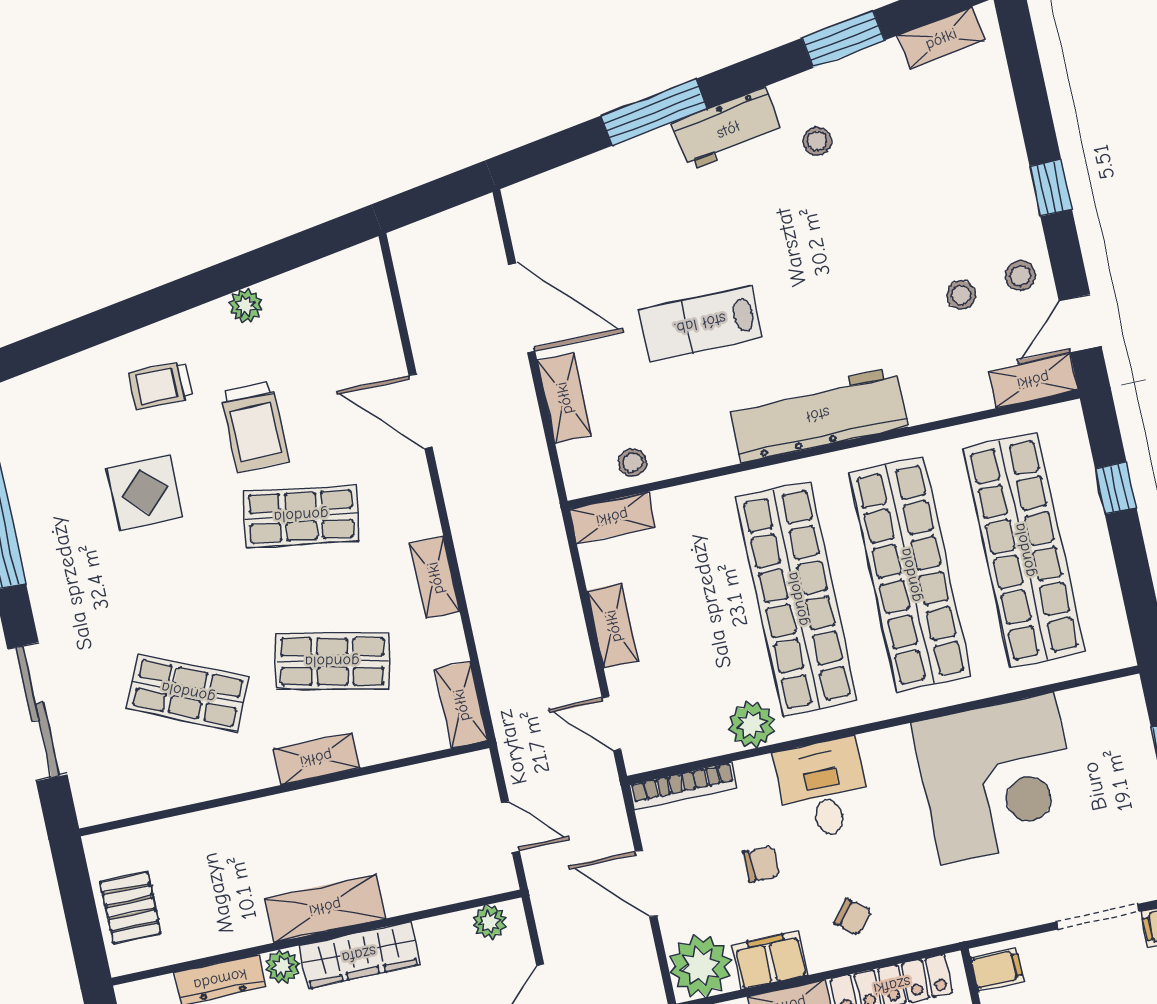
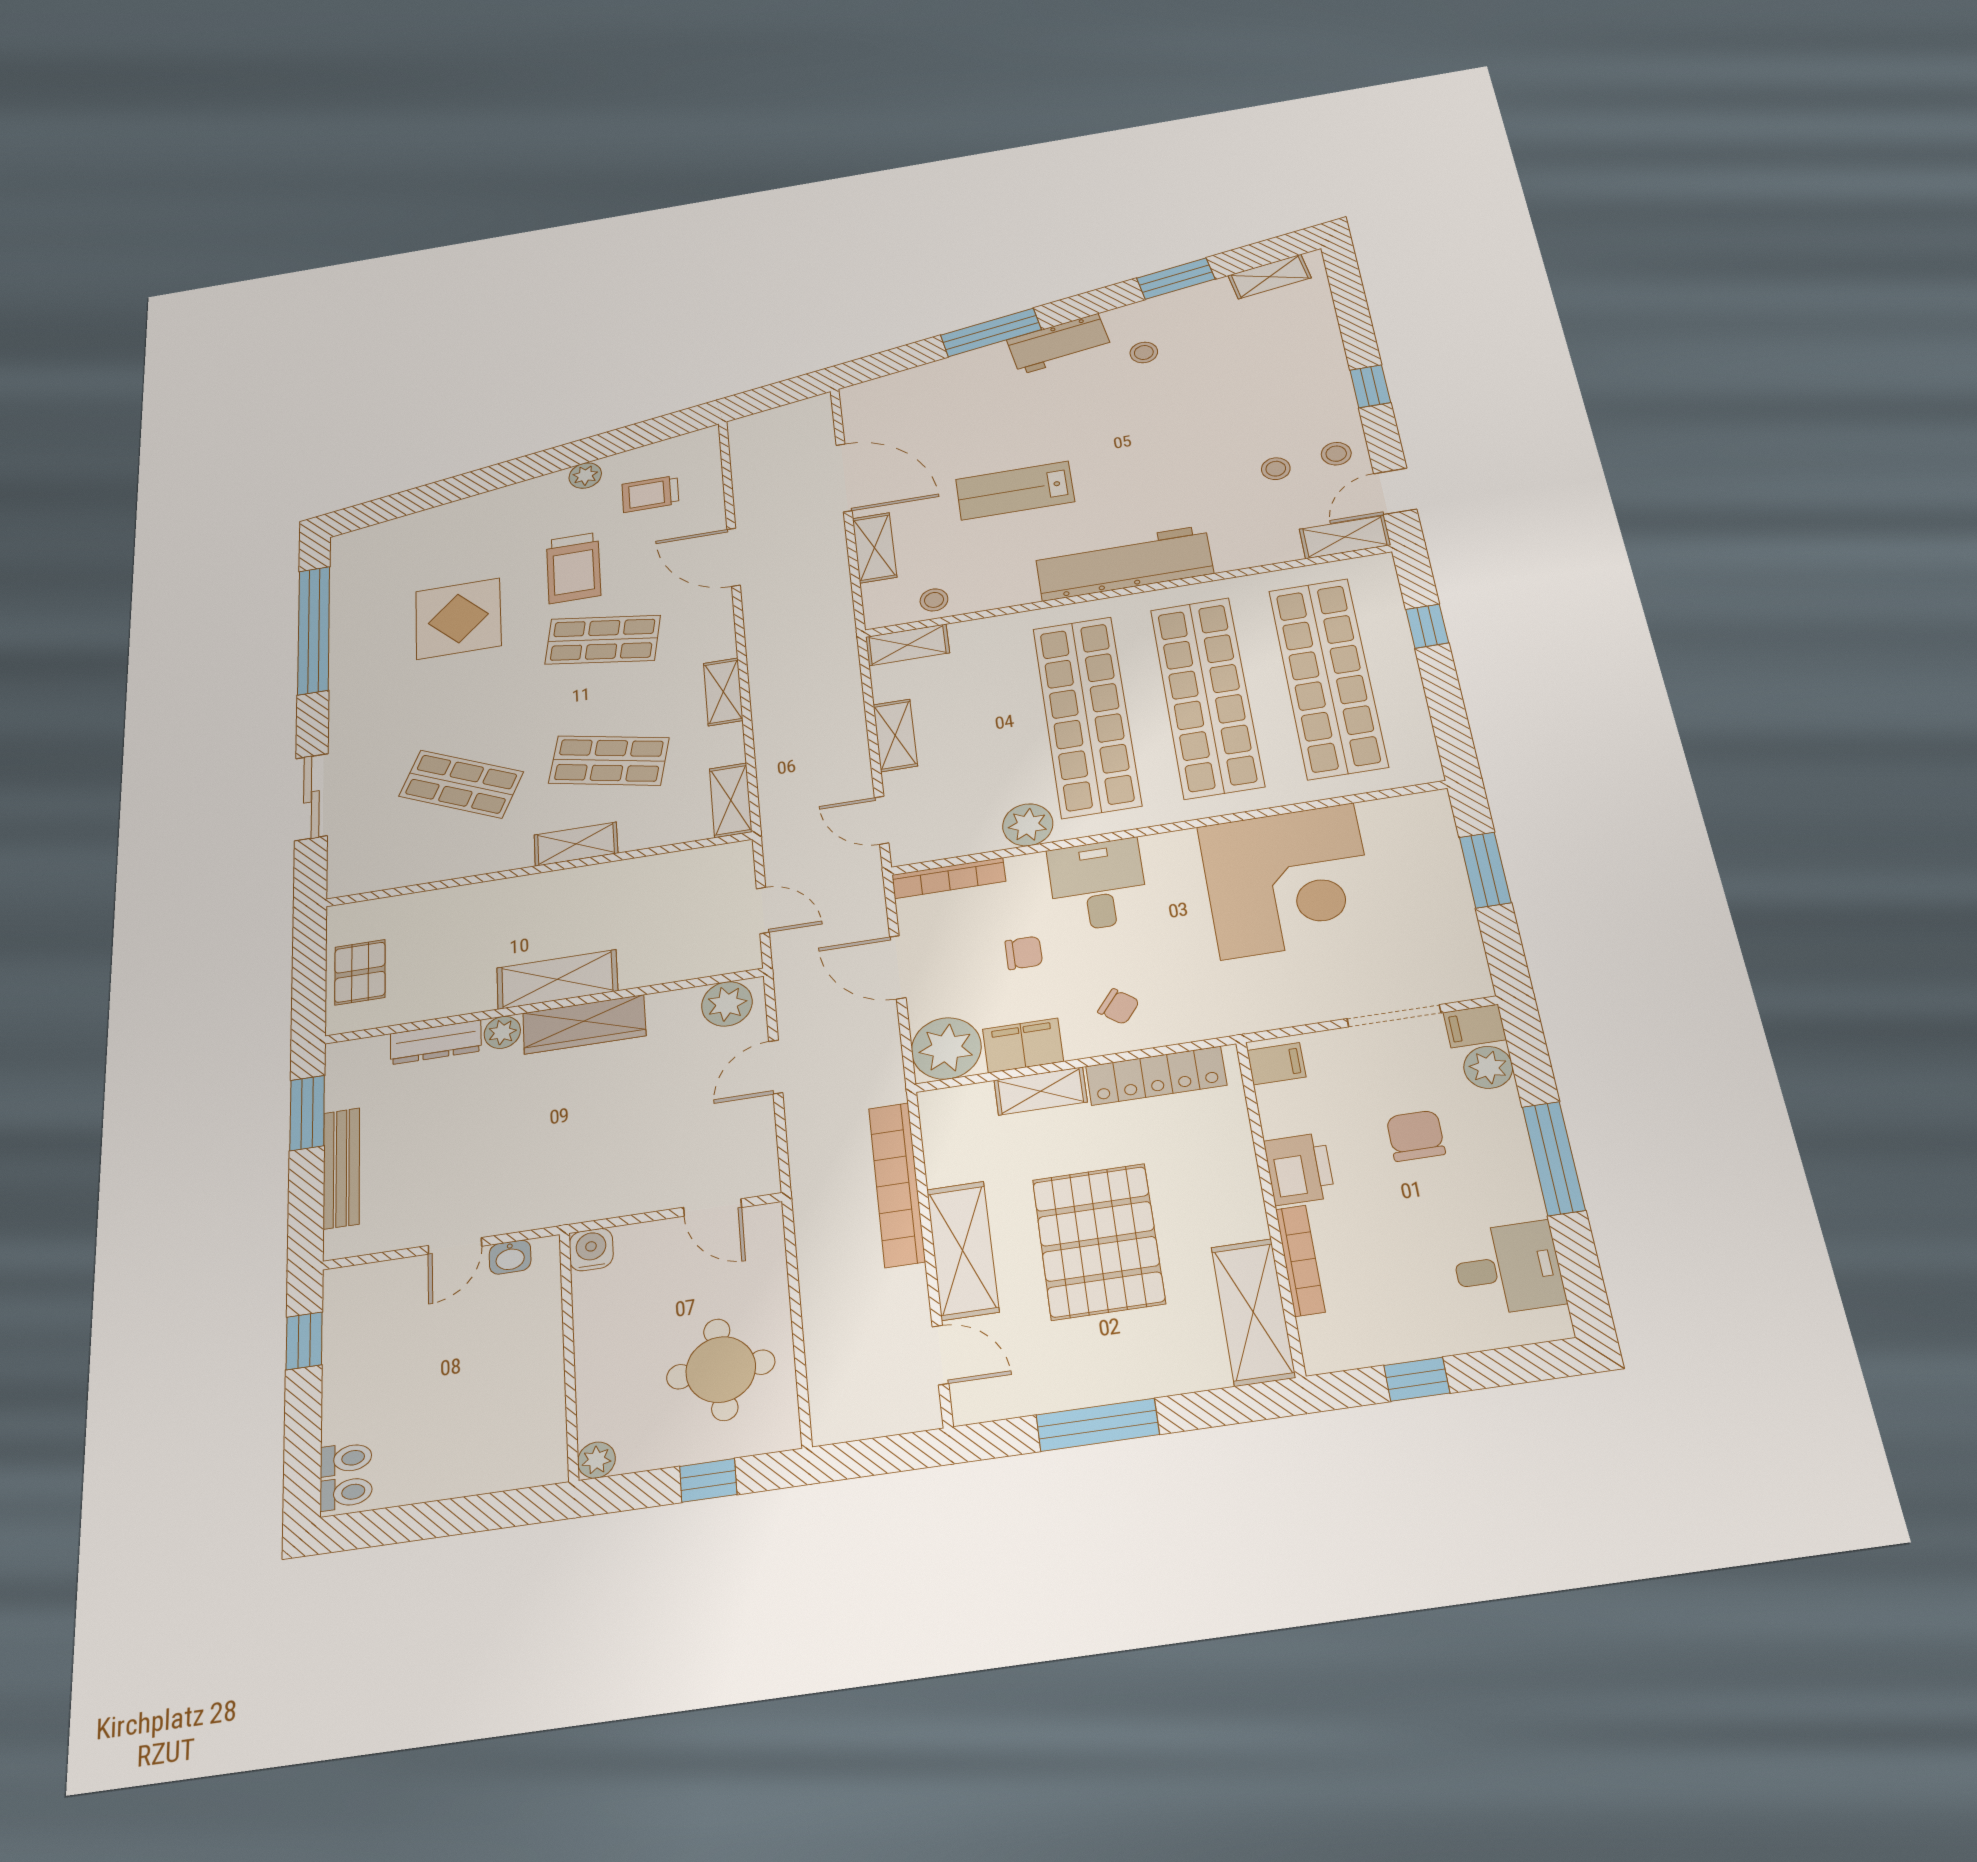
trolley: (160, 385) -> (650, 494), moved
display table: (145, 492) -> (458, 619), width x1.36, depth x1.36
sliding door: (37, 712) -> (311, 797), width x0.73
plant: (490, 922) -> (727, 1004), width x1.38, depth x1.38

